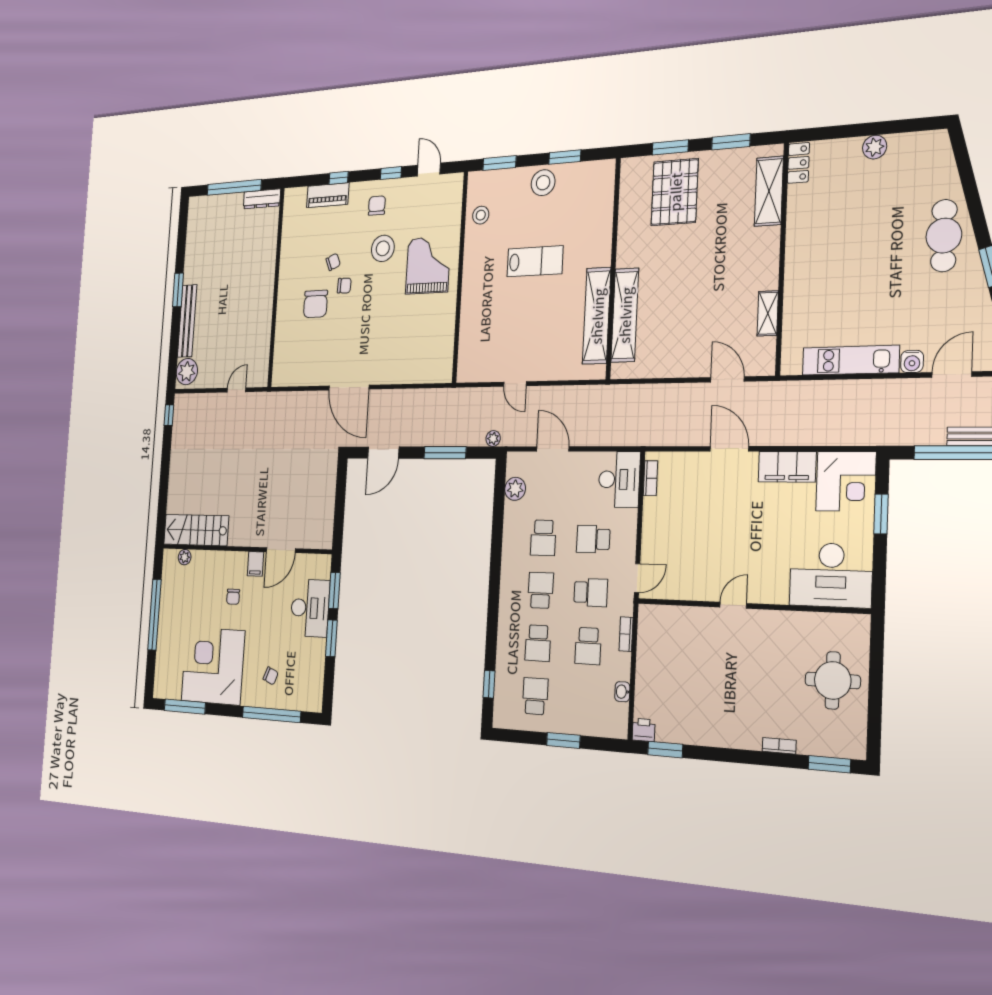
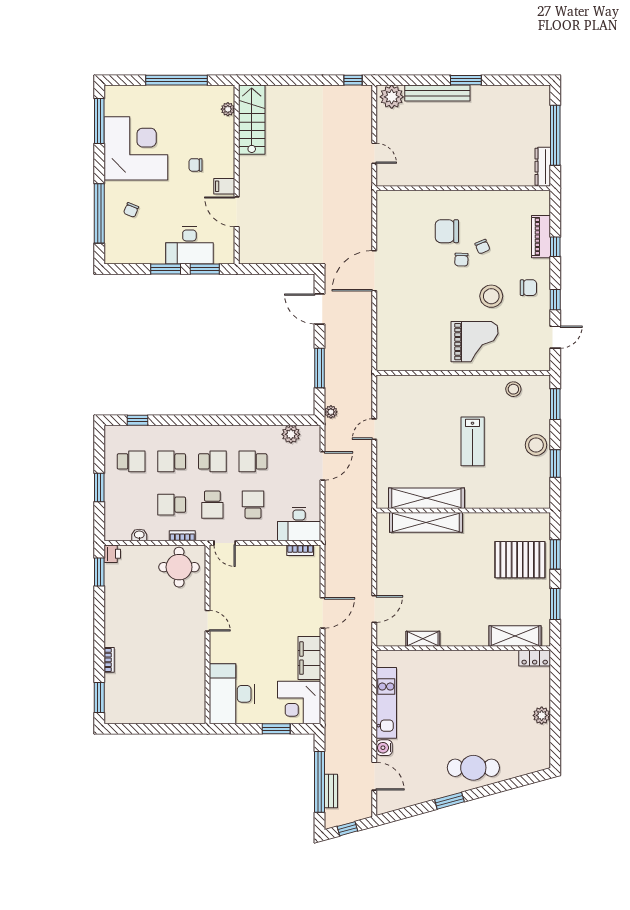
round table: (833, 680) -> (179, 567), moved

